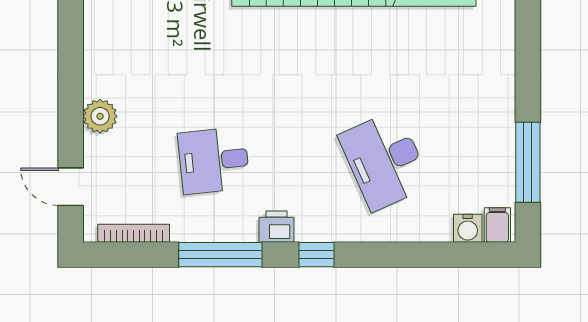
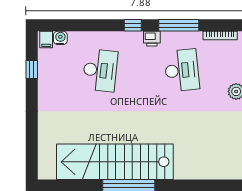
desk: (214, 161) -> (182, 70), width x1.37
desk: (385, 161) -> (100, 70), turned 30
window: (528, 162) -> (32, 69), width x0.46

